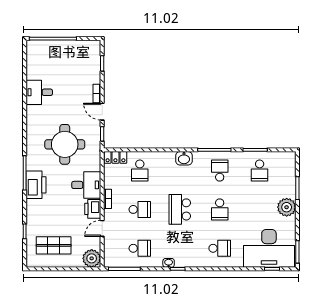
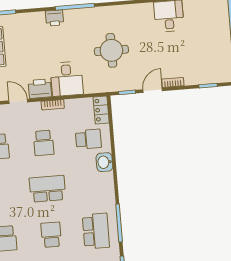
round table: (65, 144) -> (111, 50), width x0.73, depth x0.73
washbasin: (184, 158) -> (104, 162), moved
school desk: (140, 171) -> (88, 139), turned 180
school desk: (220, 171) -> (96, 231), width x1.85
printer: (36, 185) -> (55, 18), width x0.53, depth x0.68
school desk: (220, 209) -> (51, 235), turned 90

